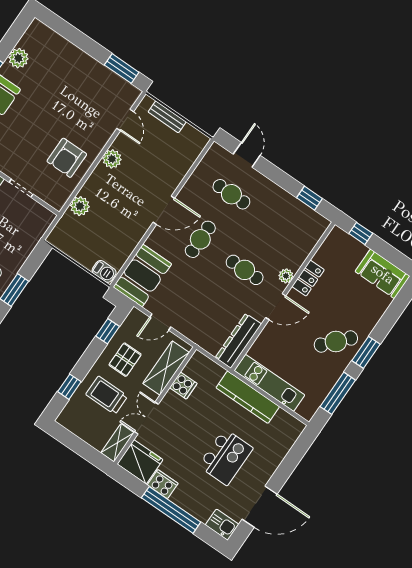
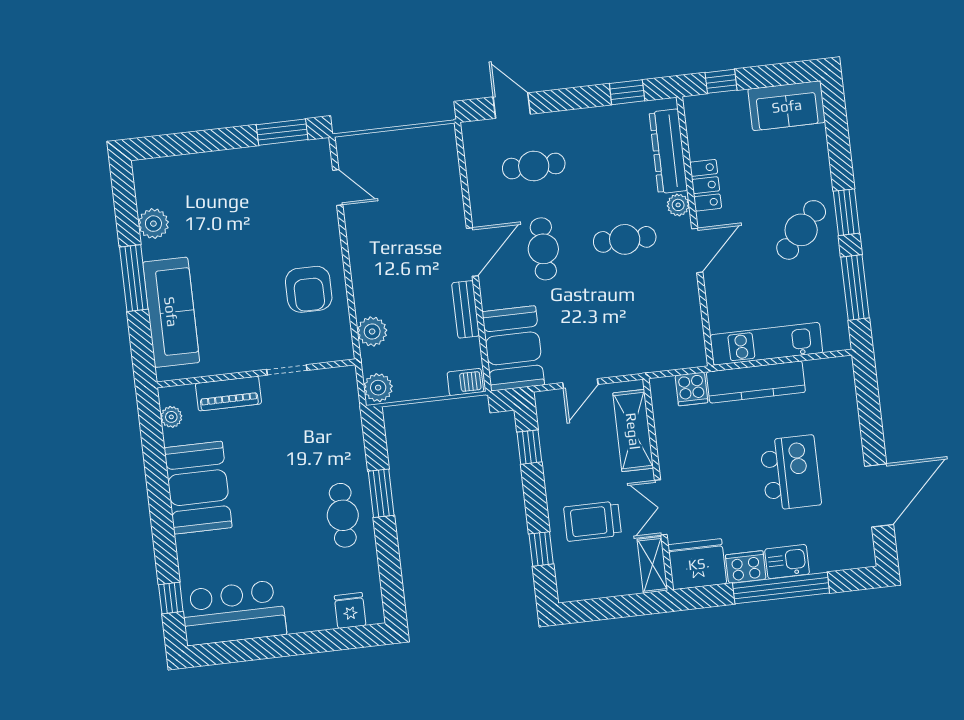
bench: (167, 117) -> (466, 309), moved, turned 90
plant: (112, 159) -> (378, 388), moved
dresser: (238, 341) -> (668, 151), moved
pallet: (125, 360) -> (578, 462), removed
cooker: (183, 386) -> (691, 389), moved, turned 90
kitchen sink: (222, 525) -> (787, 562), moved

